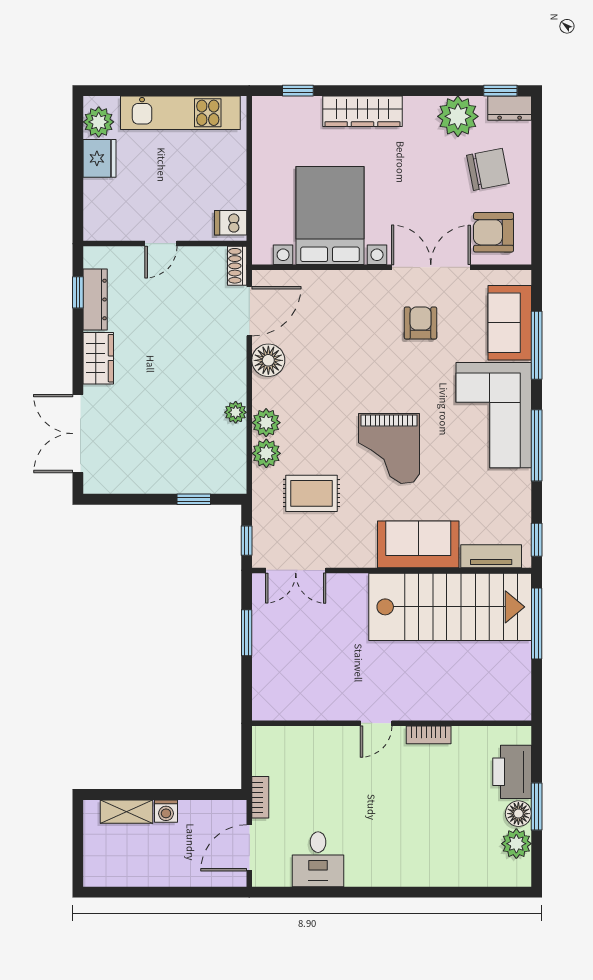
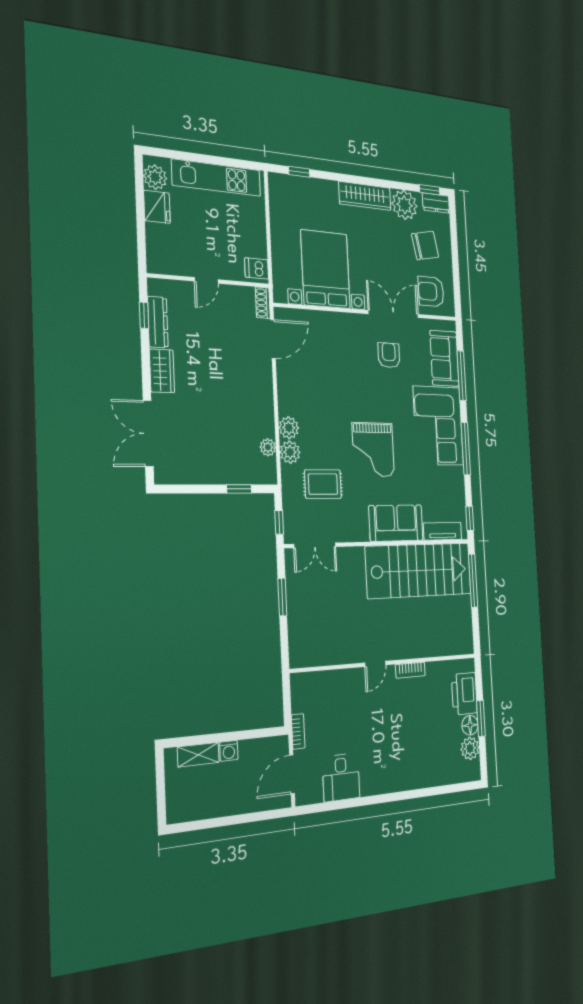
wardrobe: (362, 111) -> (365, 196), moved
floor lamp: (268, 360) -> (288, 378), removed
plant: (236, 412) -> (268, 447), moved

